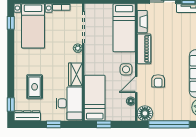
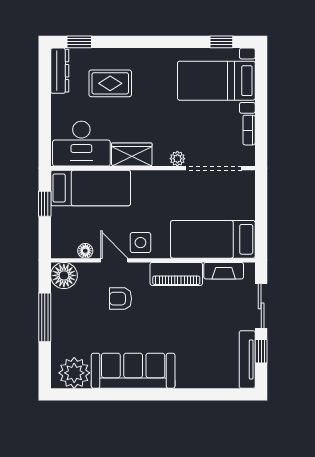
window: (54, 124) -> (45, 117), removed
window: (169, 124) -> (45, 317), width x0.68

